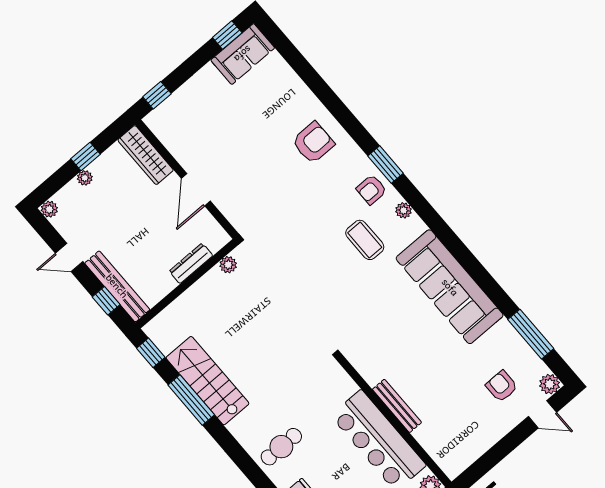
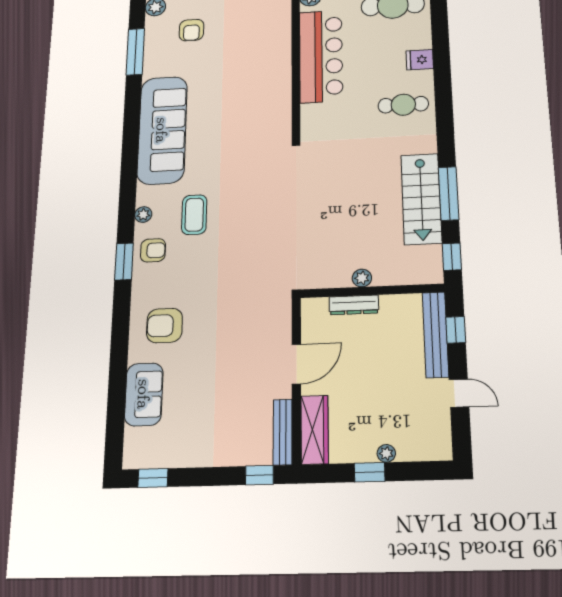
sofa: (243, 54) -> (144, 394), moved, turned 90
plant: (49, 209) -> (442, 451), removed
plant: (228, 265) -> (362, 278), moved
bench: (397, 406) -> (283, 432), moved

